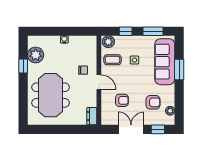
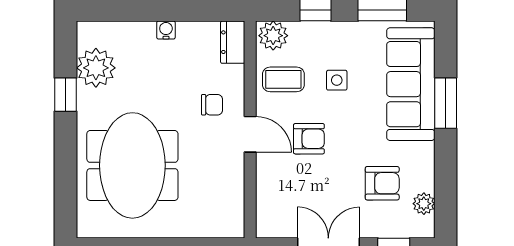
armchair: (122, 100) -> (309, 139), moved
dresser: (92, 116) -> (233, 42), moved

